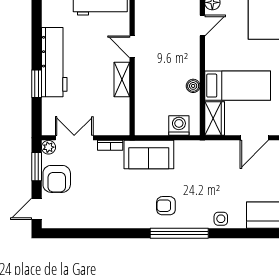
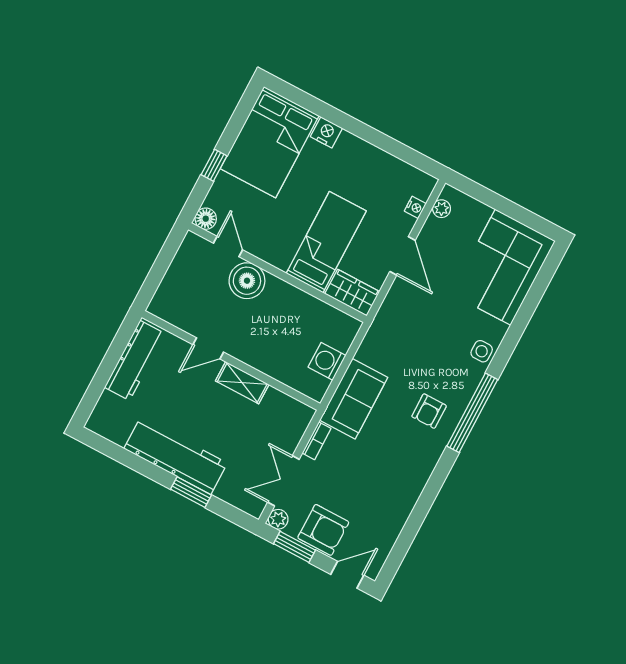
boiler: (193, 86) -> (247, 281), moved, width x1.86, depth x1.86
washing machine: (179, 125) -> (327, 361), moved
door: (37, 209) -> (347, 575), swing flipped

